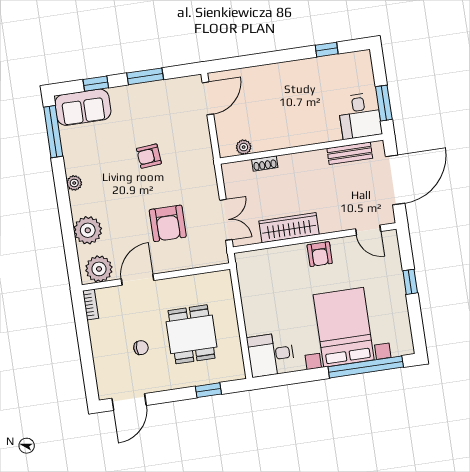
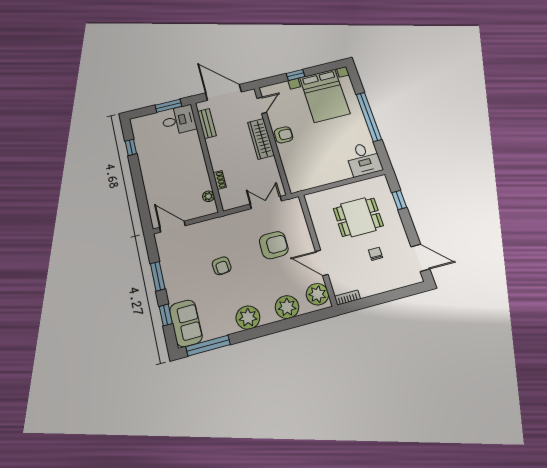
plant: (74, 183) -> (248, 318), width x1.88, depth x1.88
wardrobe: (289, 228) -> (261, 139), moved
bed with nightstands: (344, 327) -> (325, 96), moved, turned -90
window: (366, 367) -> (369, 117), moved

